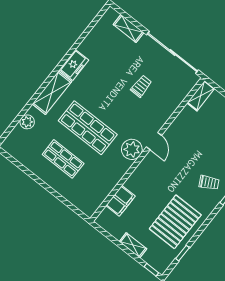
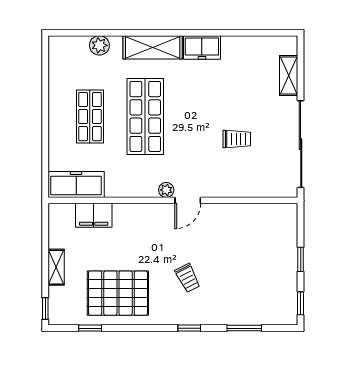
shelving: (201, 96) -> (278, 212), removed
plant: (132, 149) -> (166, 190), width x0.53, depth x0.53
trolley: (209, 183) -> (188, 278), moved
freezer: (95, 197) -> (76, 185), added

